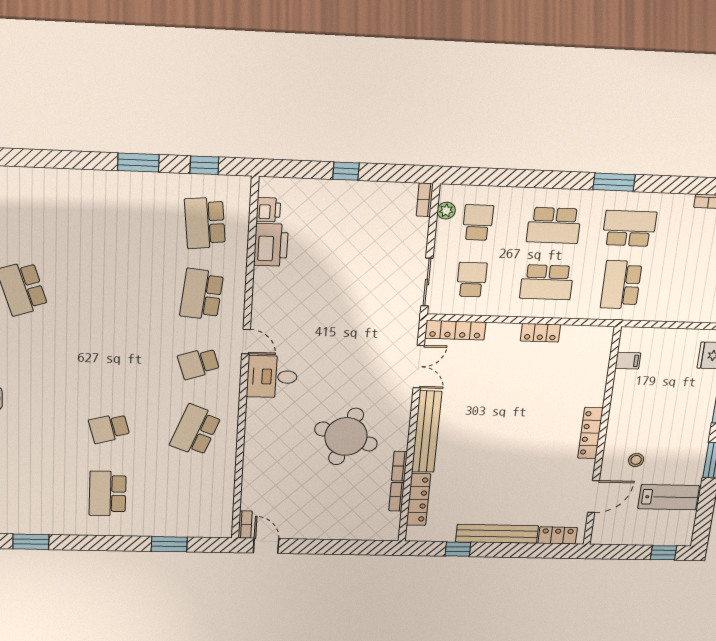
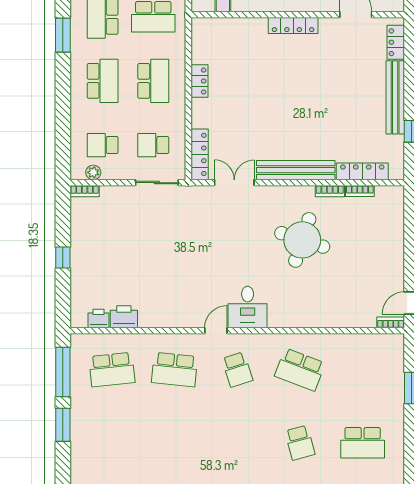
window: (204, 165) -> (63, 372), width x2.17
printer: (271, 245) -> (124, 317), width x0.73, depth x0.84

